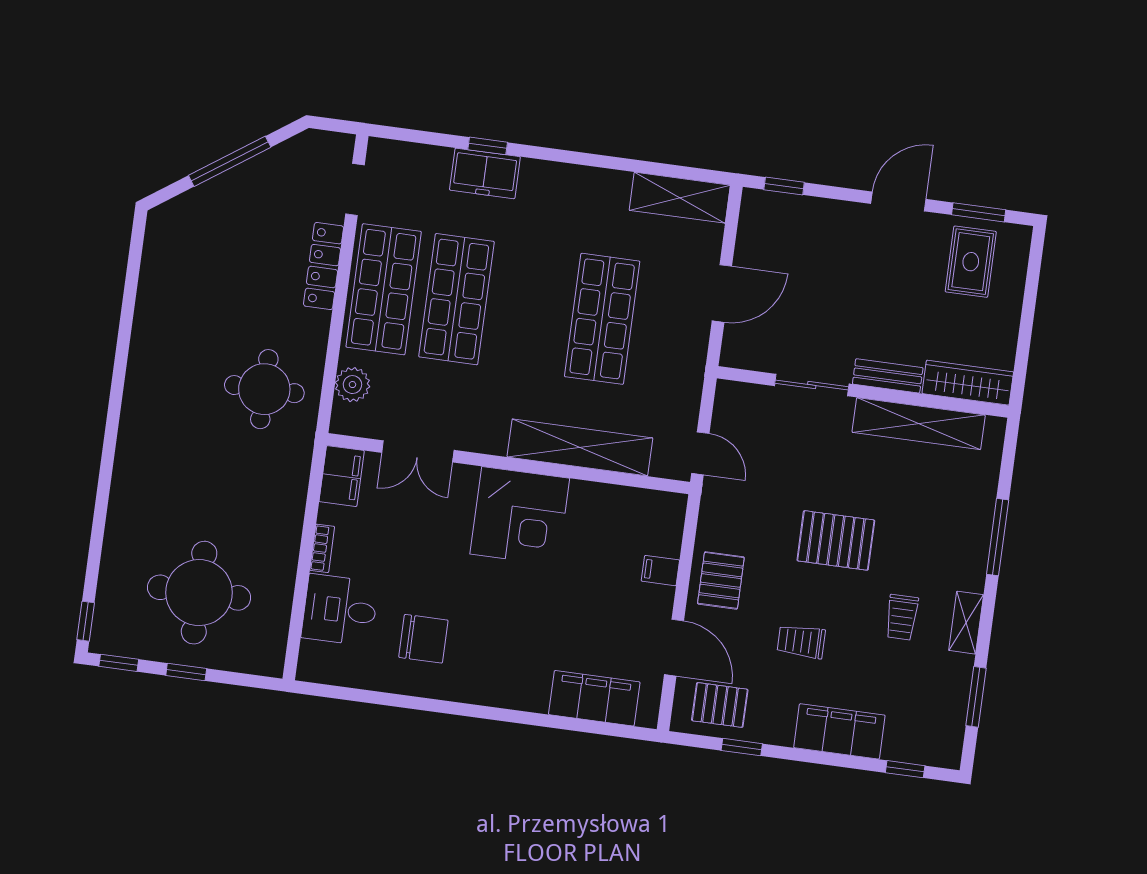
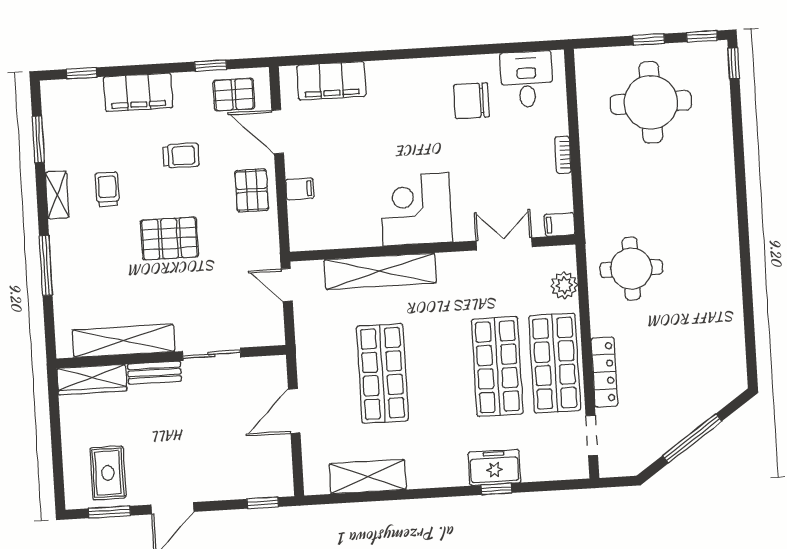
shelving: (680, 198) -> (368, 477), moved
filing cabinet: (342, 476) -> (560, 225), width x0.50
desk: (340, 610) -> (527, 79), moved, turned -90

